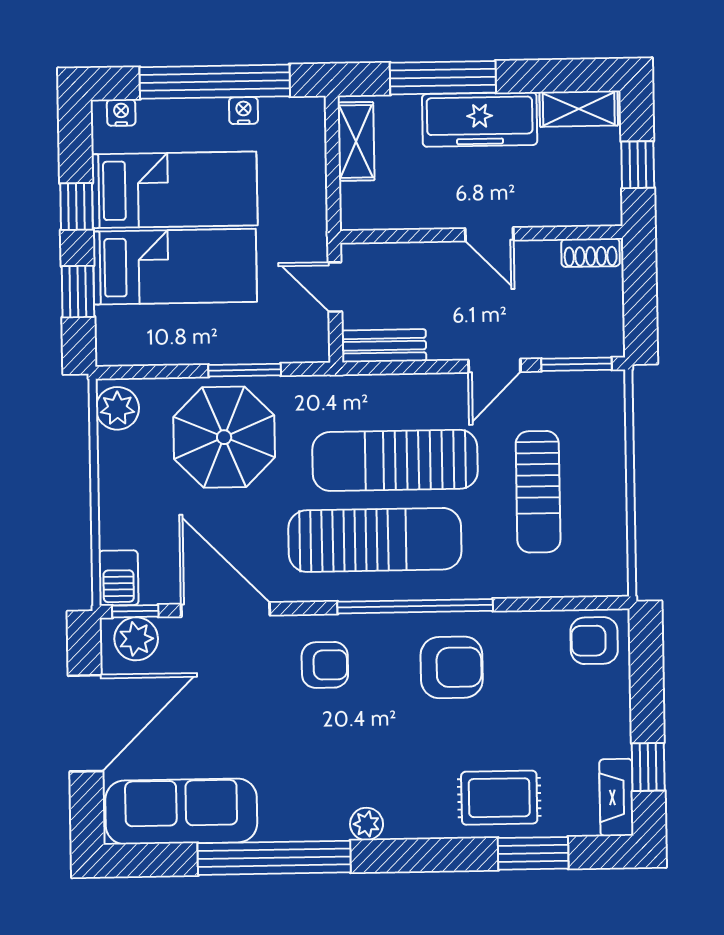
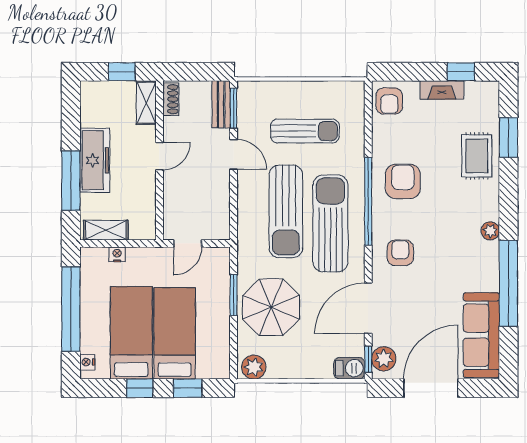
shelving: (579, 109) -> (146, 103), moved
nightstand: (243, 111) -> (117, 254), moved, turned 90
bench: (384, 346) -> (221, 104), moved
door: (86, 723) -> (431, 388), hinge flipped
fireplace: (616, 797) -> (442, 90), moved

